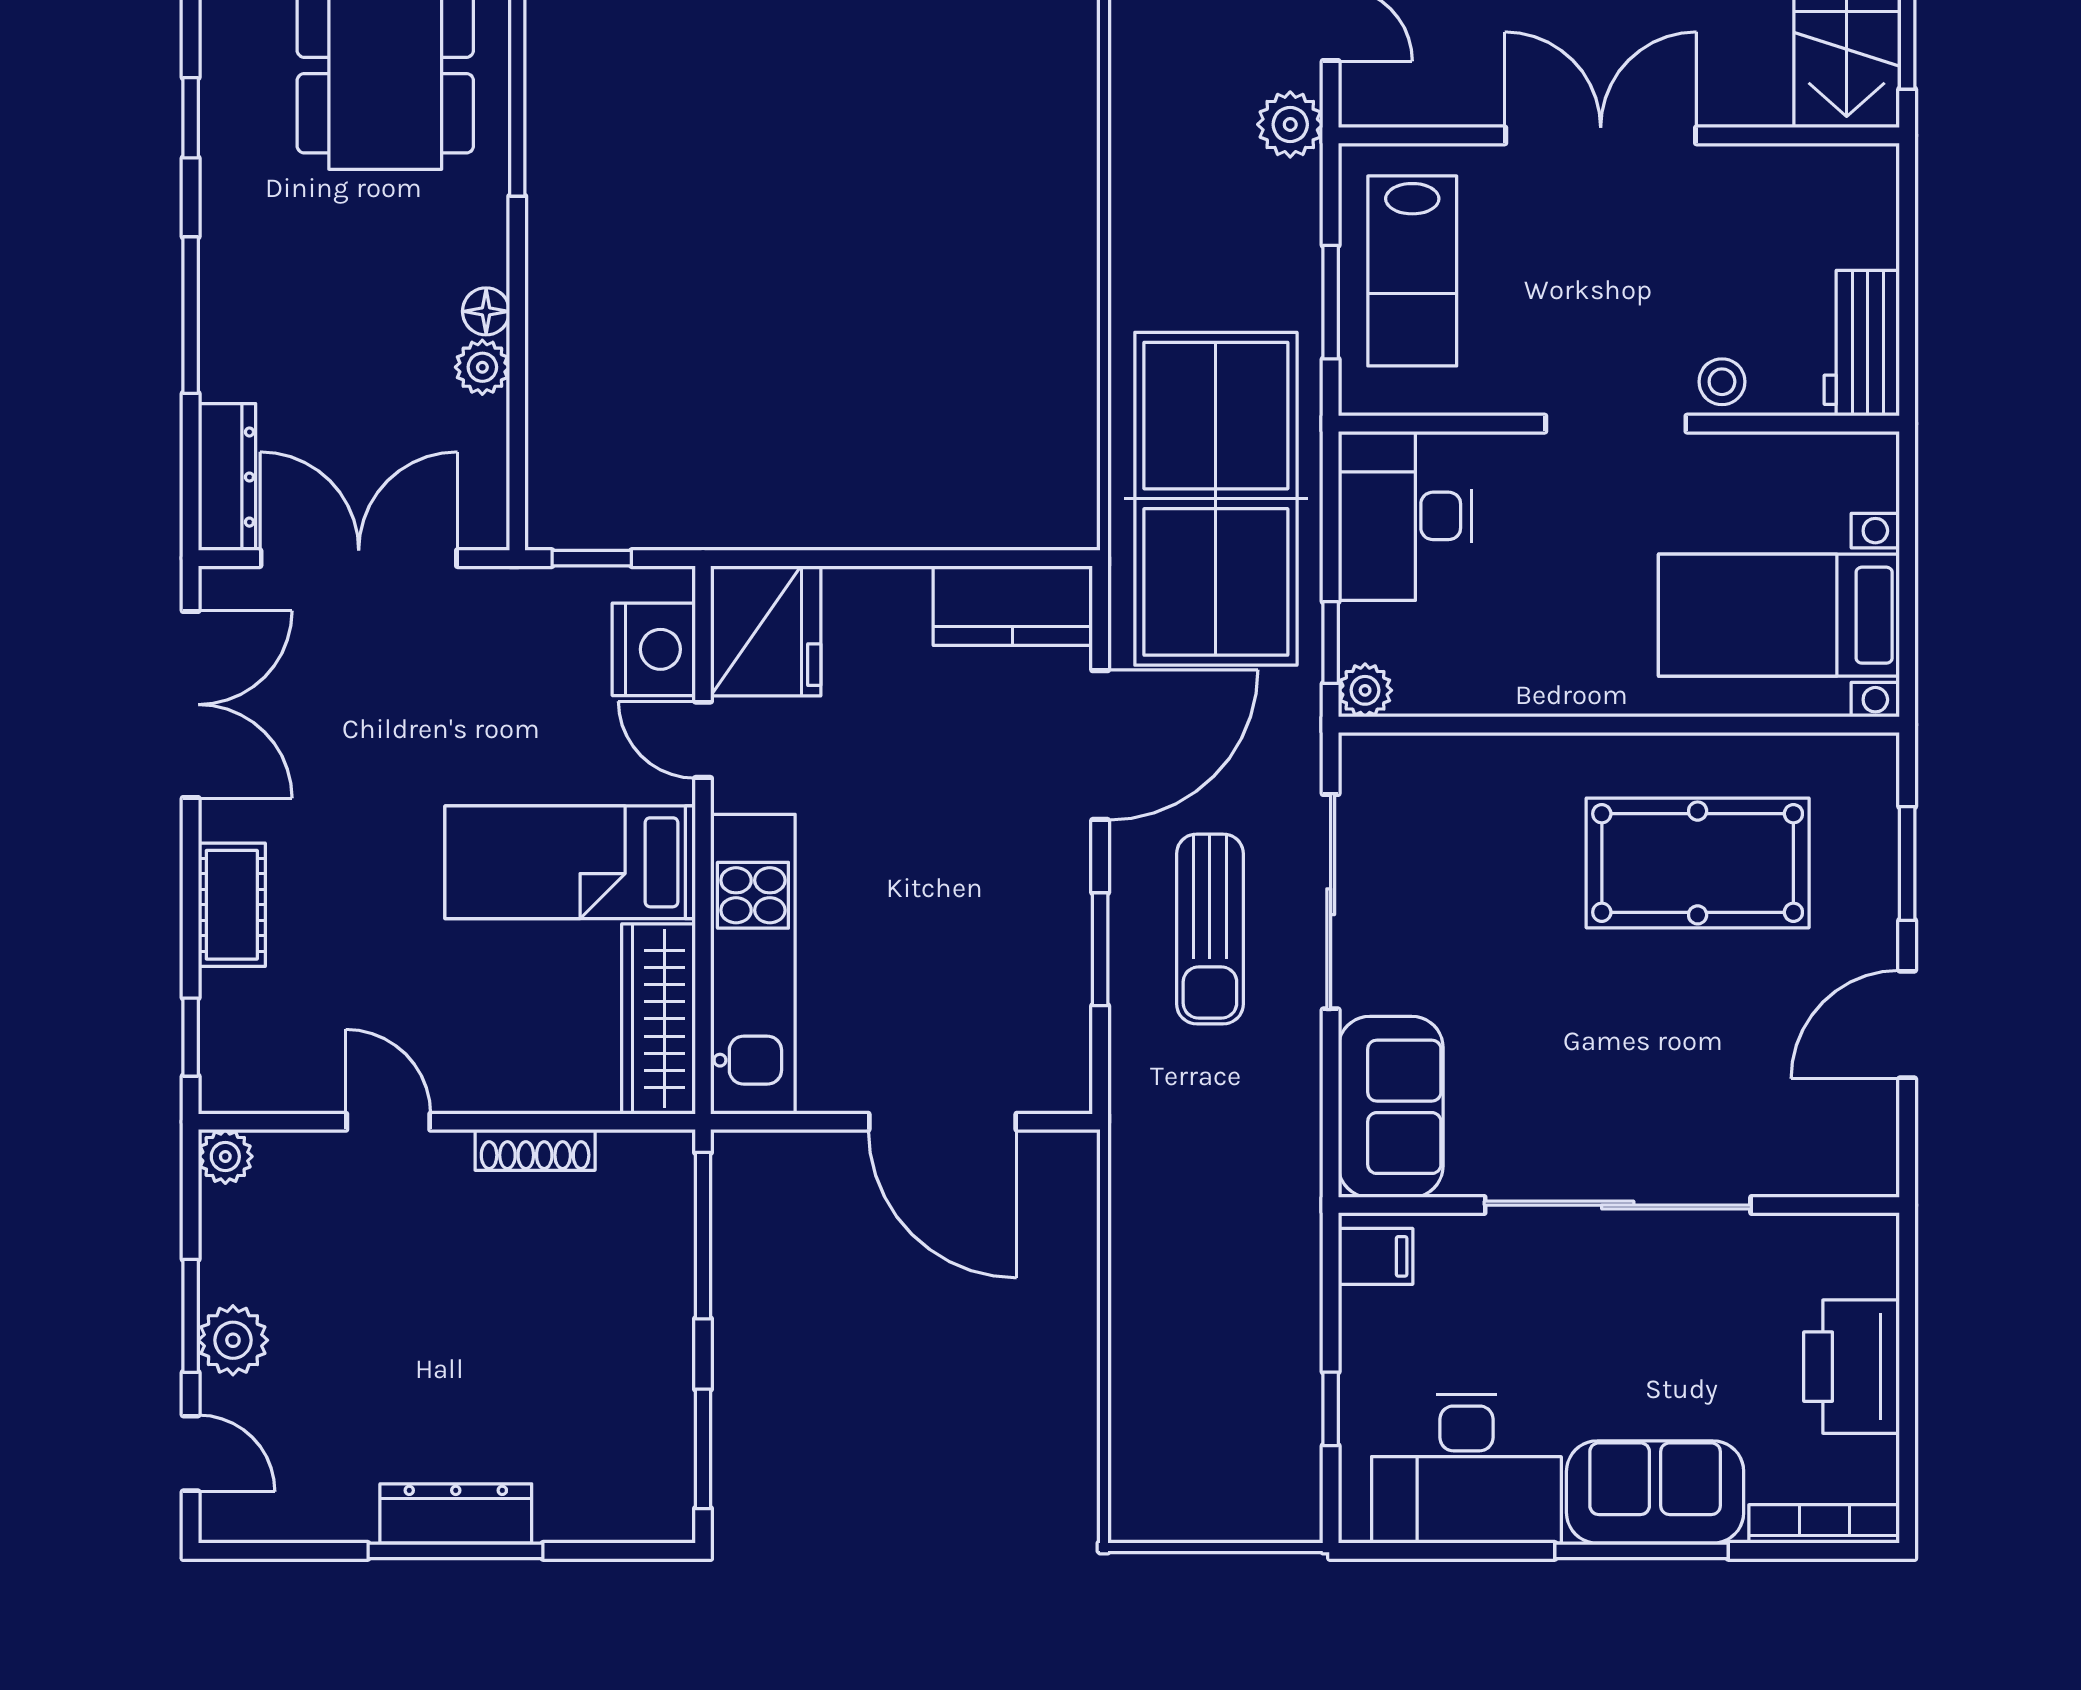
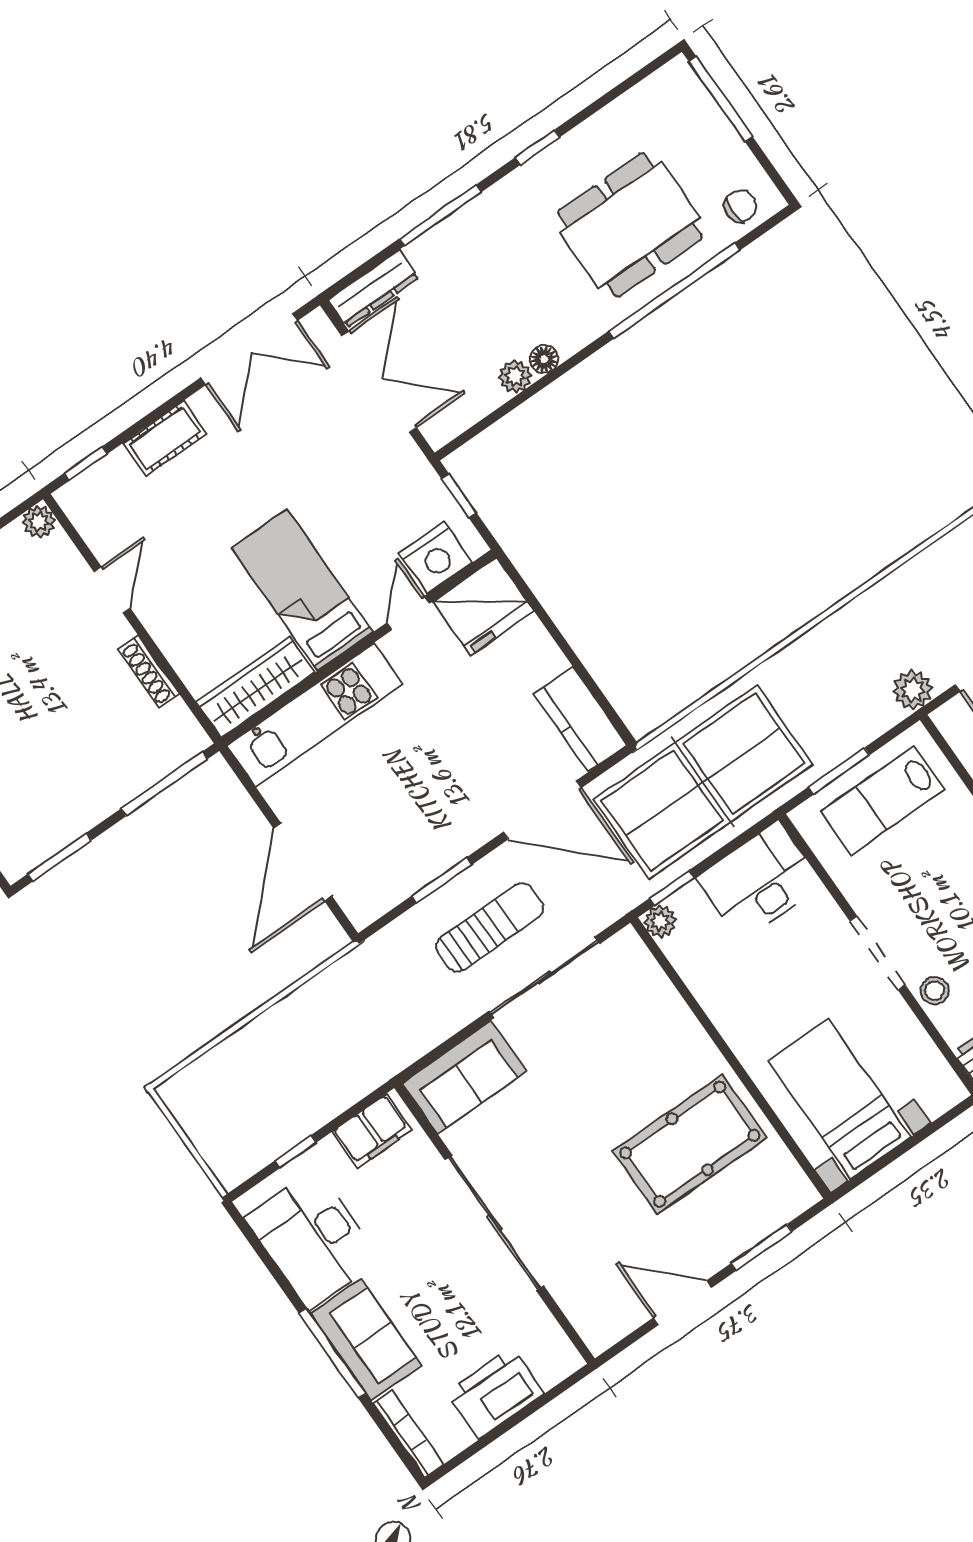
pool table: (1698, 863) -> (690, 1144), turned 90
sun lounger: (1210, 929) -> (490, 927), turned 180
filing cabinet: (1376, 1256) -> (372, 1131), width x2.00

